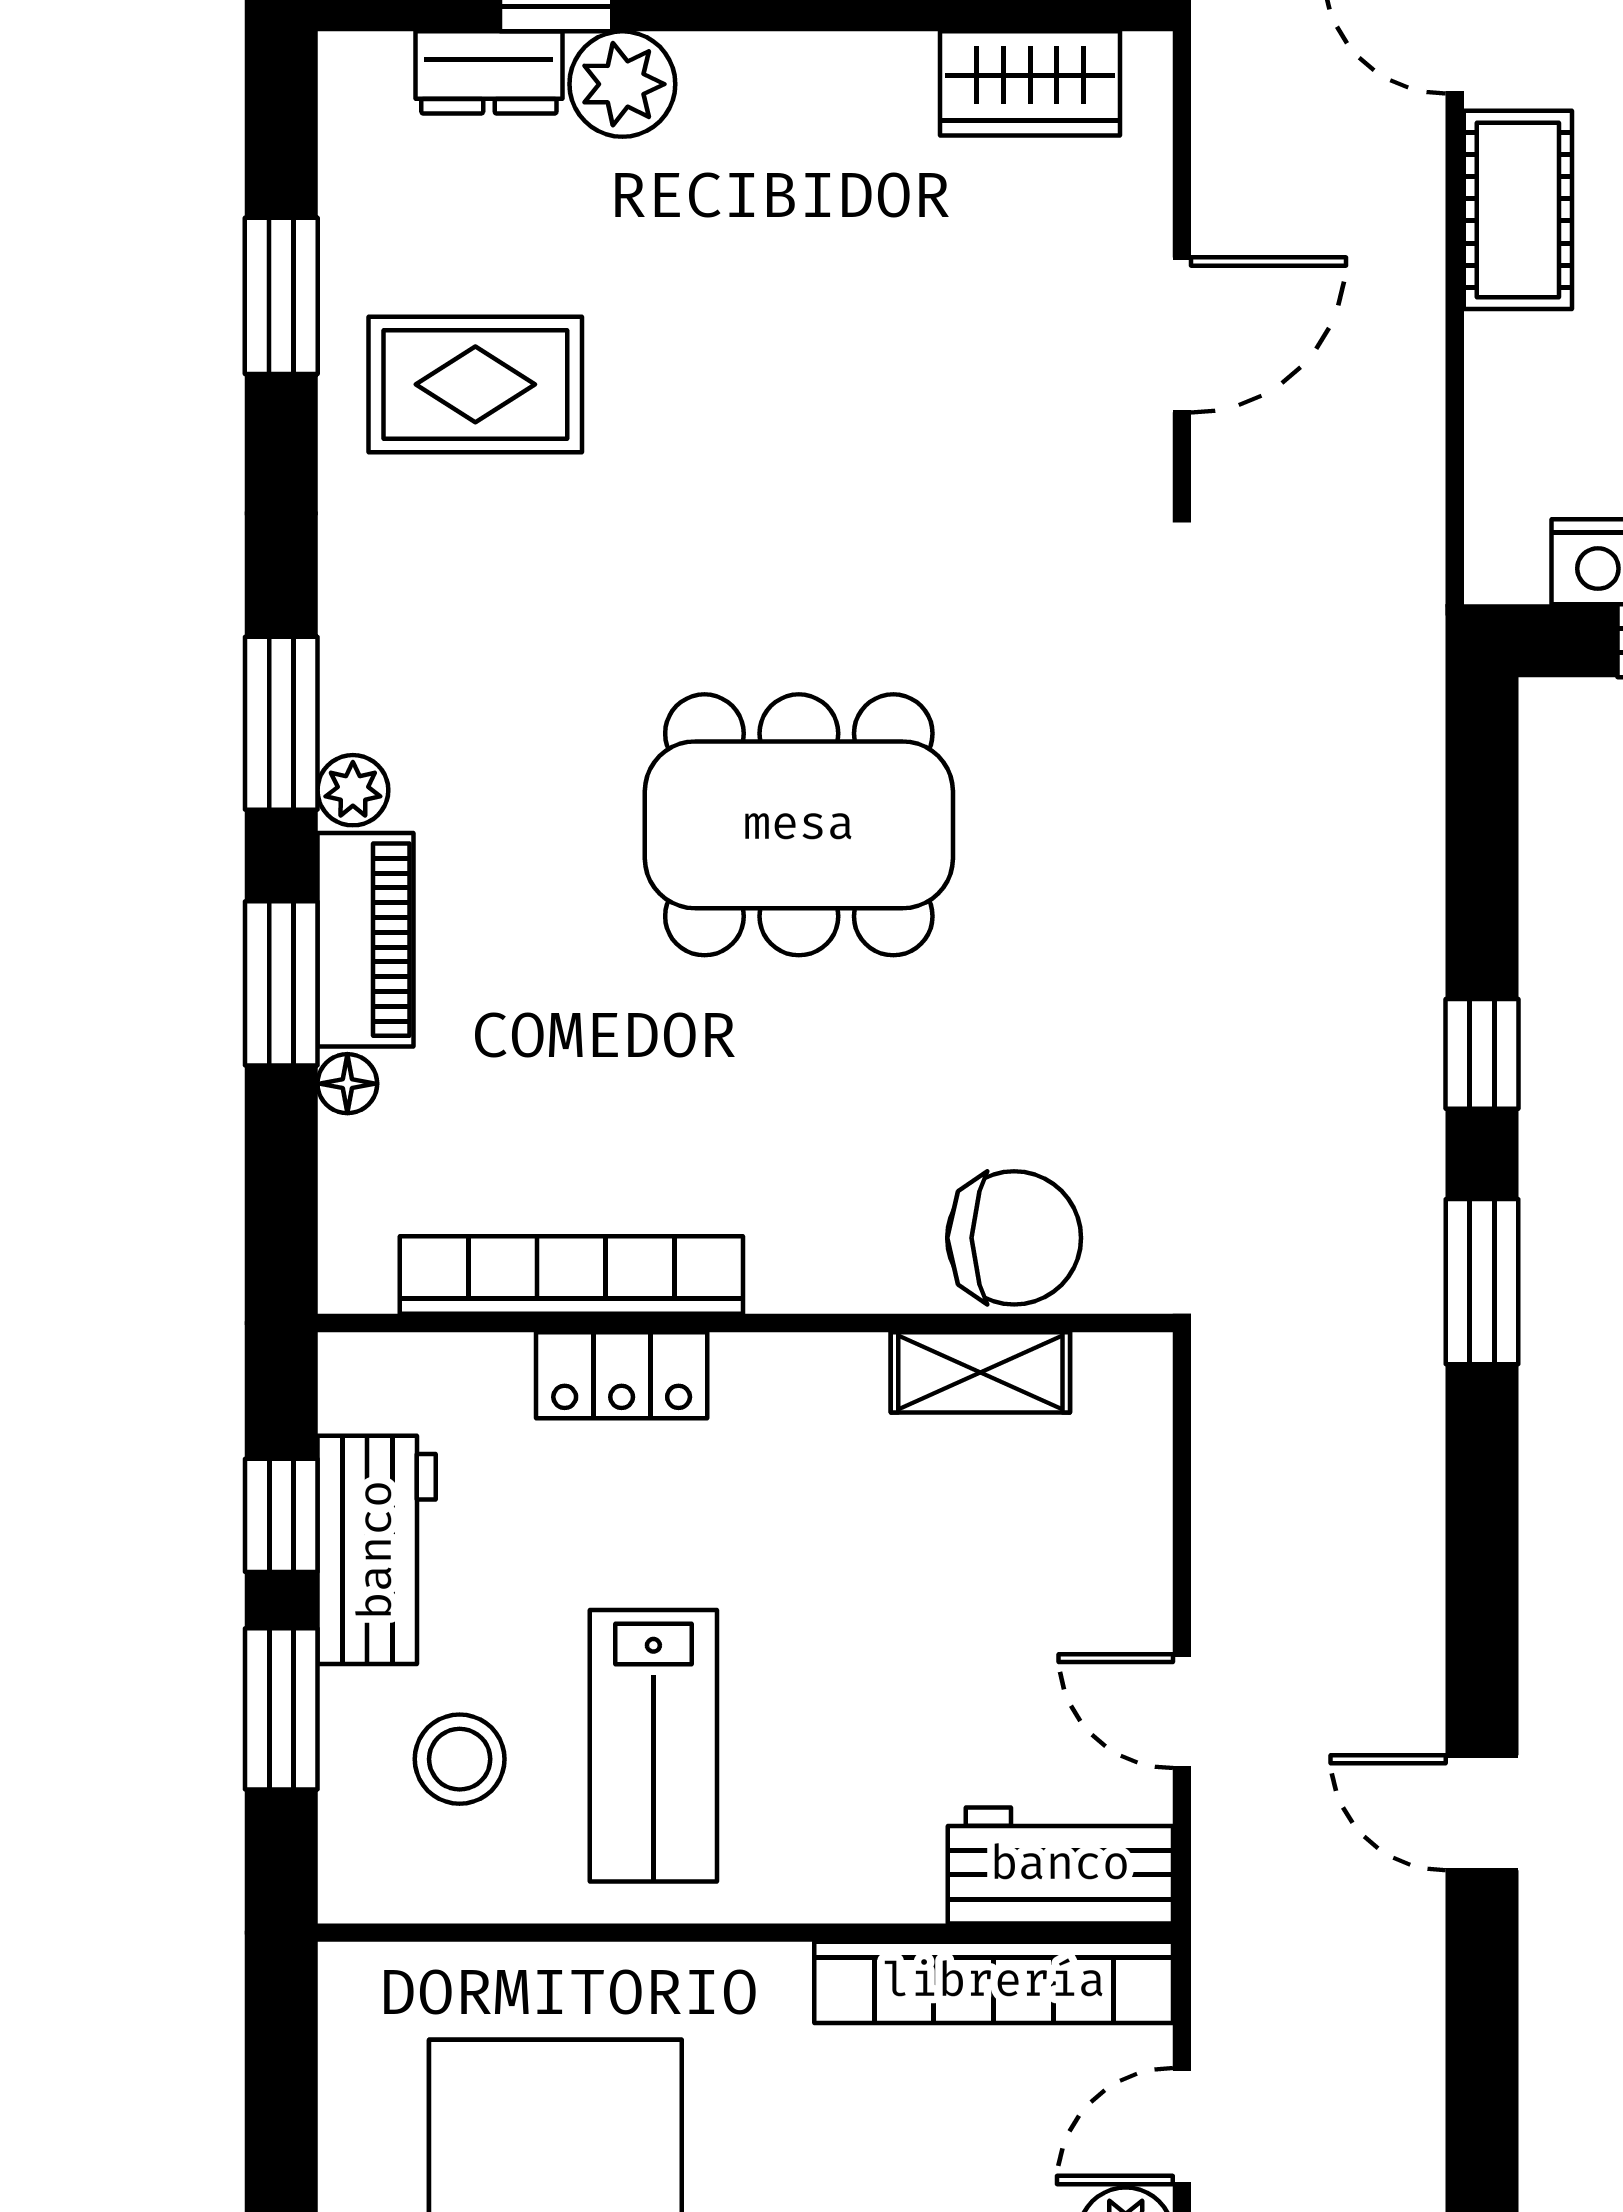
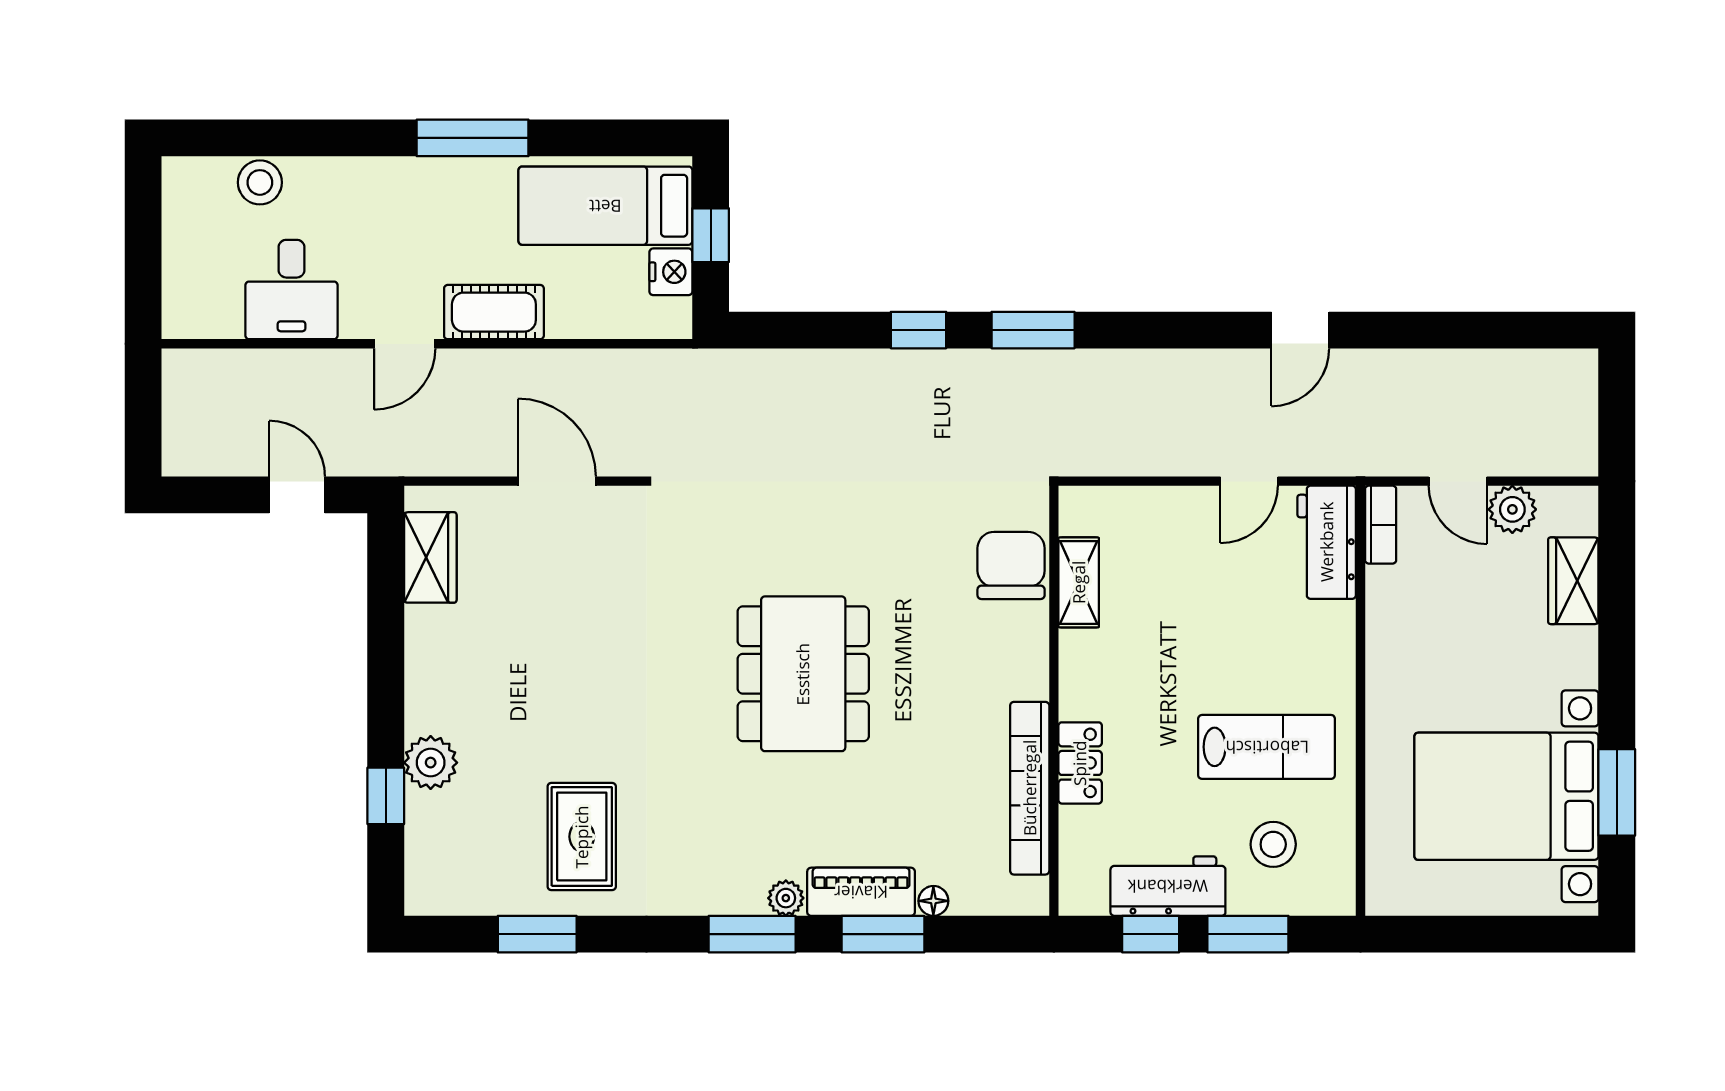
dresser: (489, 72) -> (425, 830), removed
bookcase: (994, 1982) -> (1381, 525), width x0.43, depth x0.76

